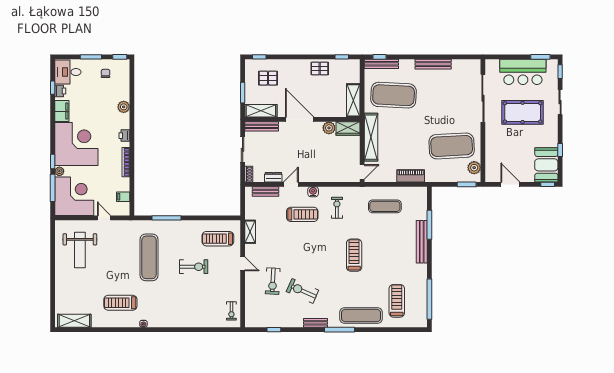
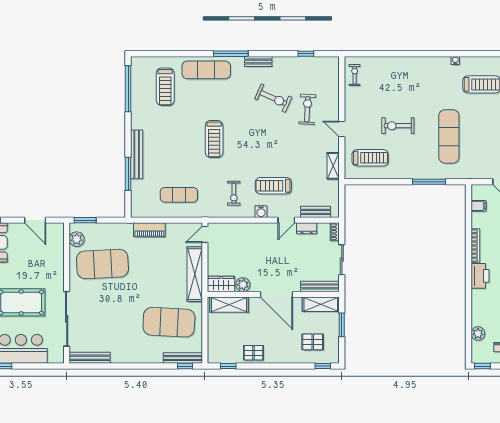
bench: (433, 64) -> (90, 358), moved
shelving: (353, 100) -> (229, 305), moved, turned 90
plant: (124, 107) -> (478, 334), moved
printer: (124, 136) -> (480, 276), width x1.87, depth x1.48

